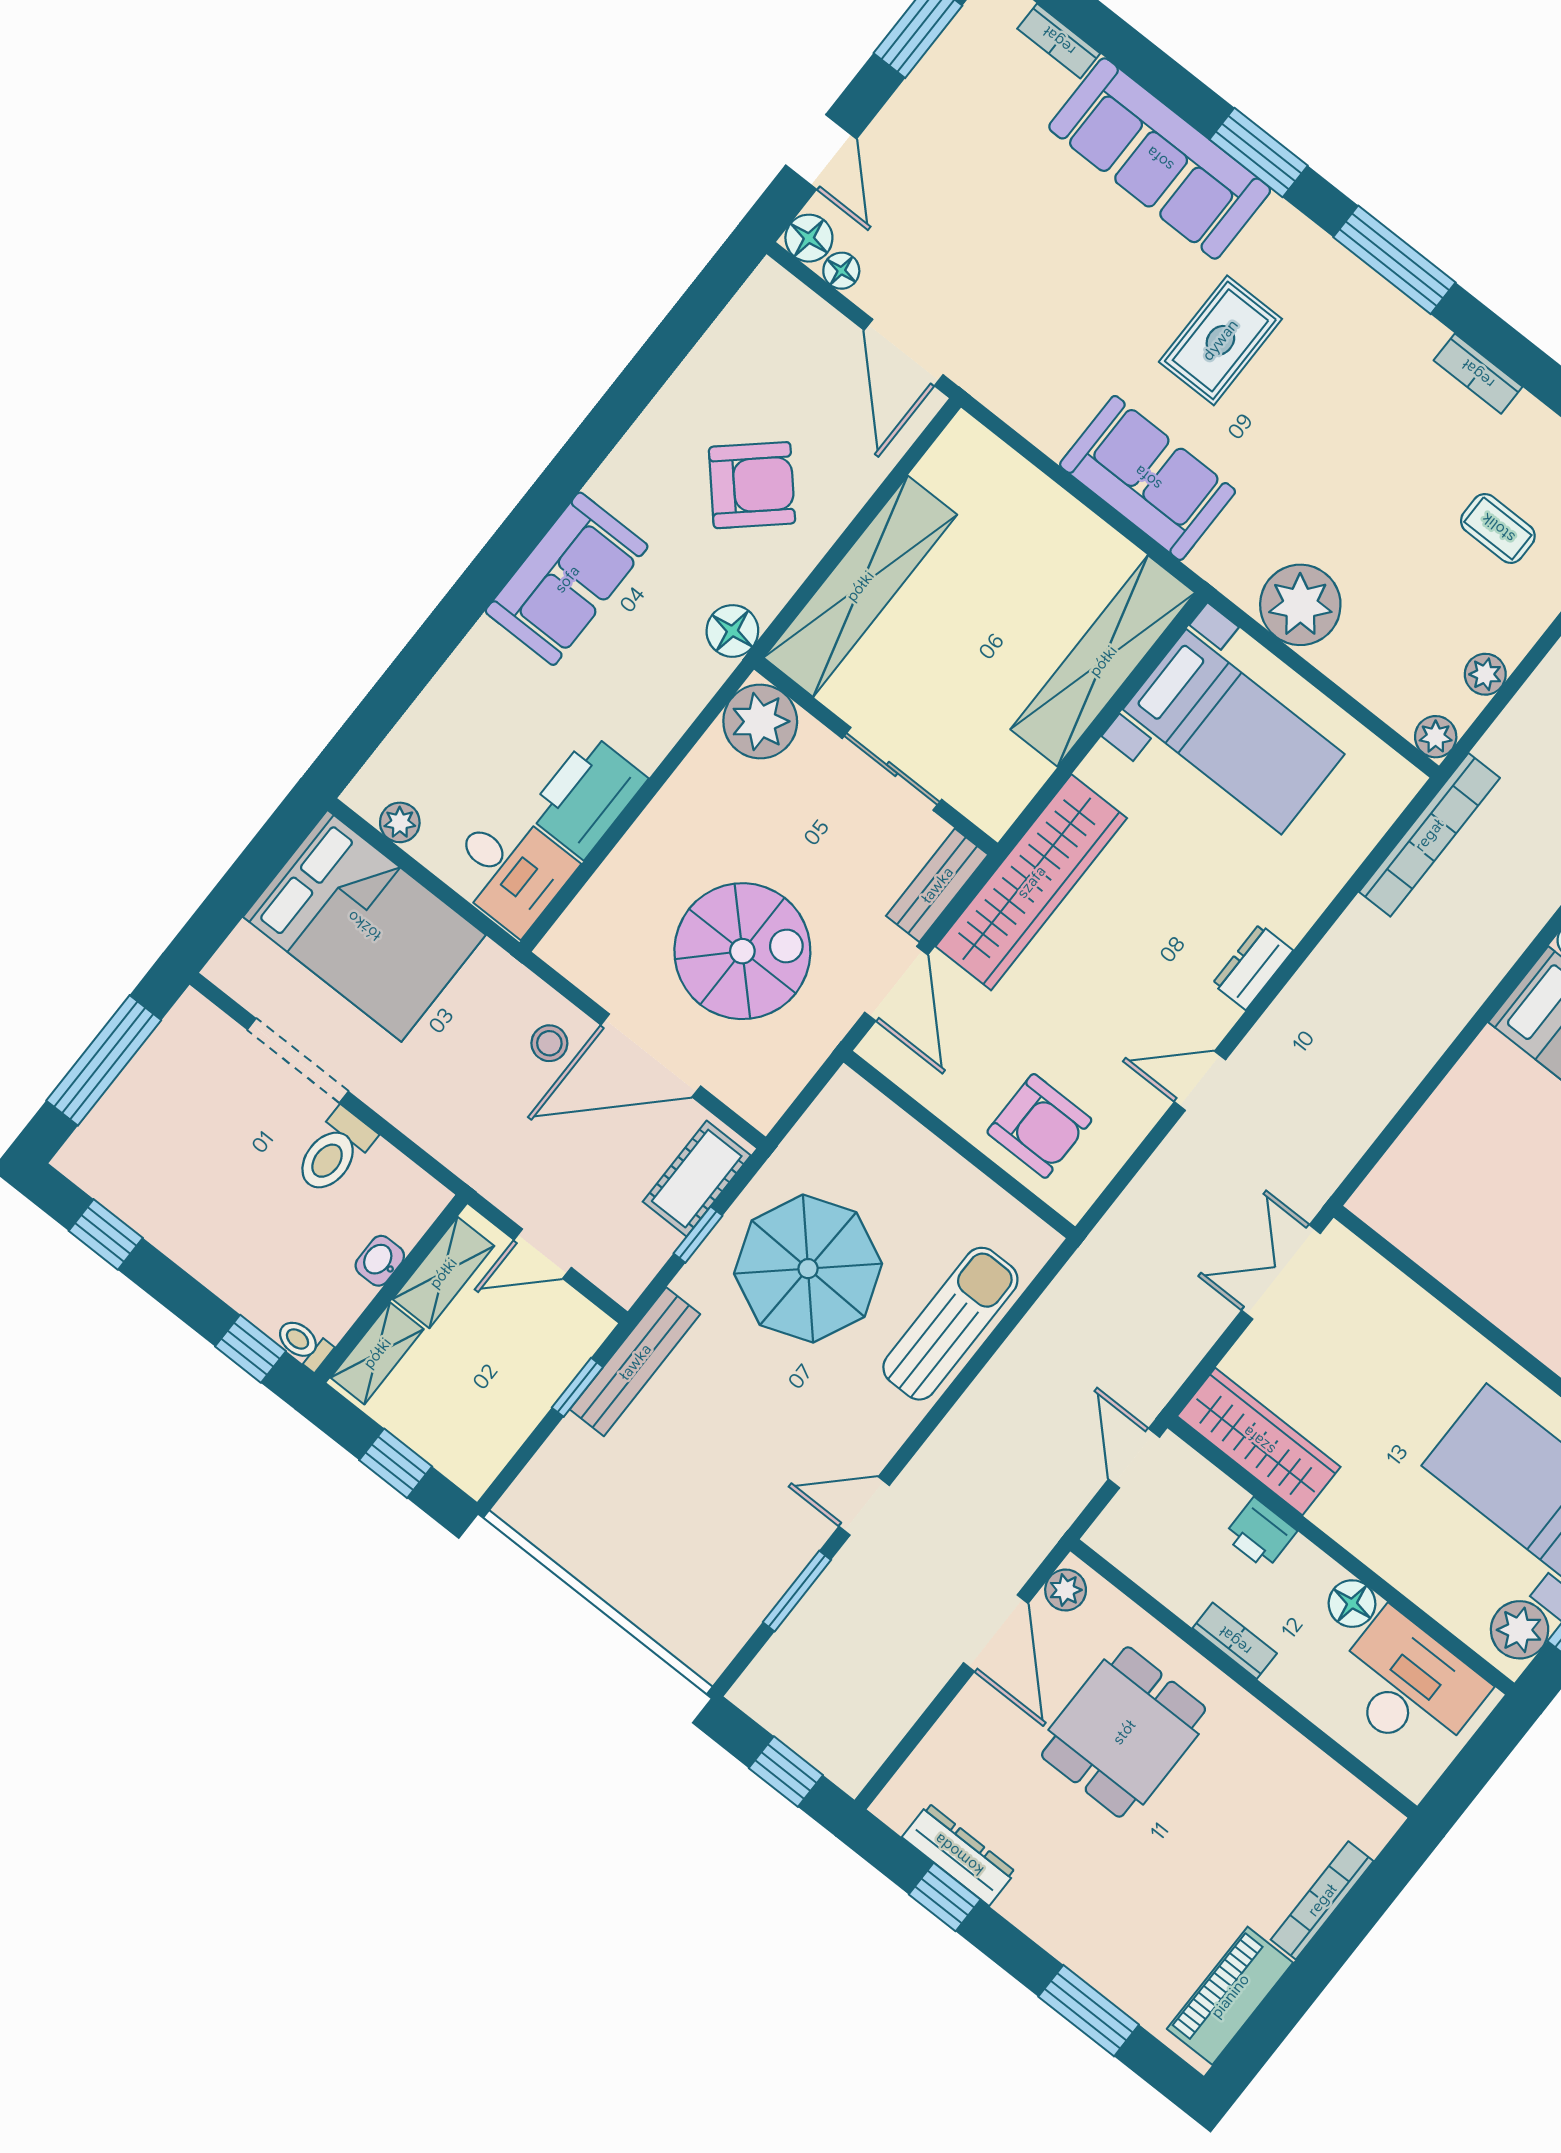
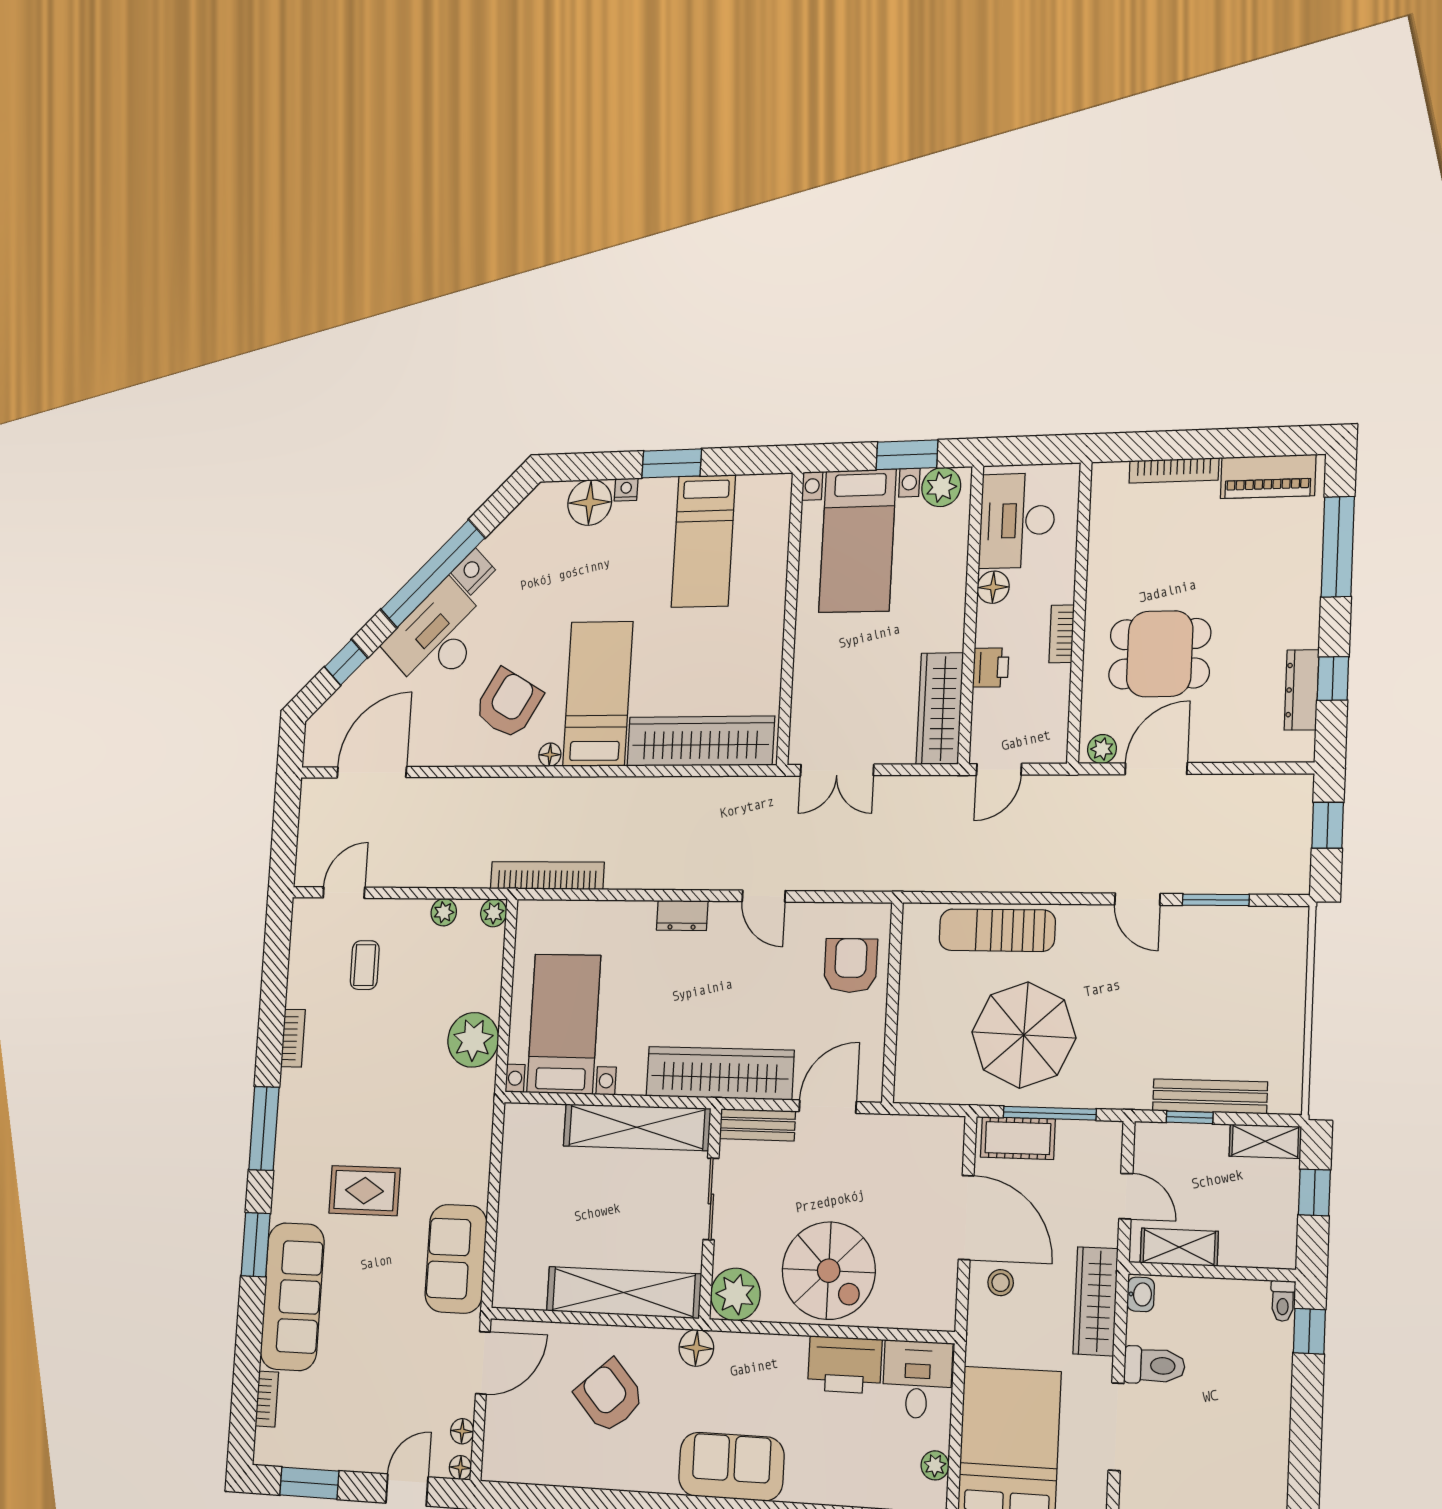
floor lamp: (809, 238) -> (460, 1468), width x0.73, depth x0.73
sofa: (1148, 478) -> (456, 1259), moved
shelving: (1103, 661) -> (637, 1127), moved
spiral stairs: (742, 951) -> (829, 1271), moved, turned 180
wardrobe: (1445, 1135) -> (700, 741), added
wardrobe: (451, 1136) -> (1095, 1301), added
window: (106, 1234) -> (1304, 1471), removed
window: (698, 1235) -> (1050, 1113), width x2.17
washbasin: (380, 1261) -> (1141, 1294), moved, turned -90
shelving: (377, 1353) -> (1265, 1141), moved
bench: (635, 1362) -> (1210, 1096), moved
window: (1089, 2011) -> (1338, 547), width x1.44

